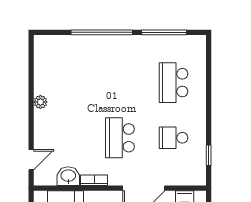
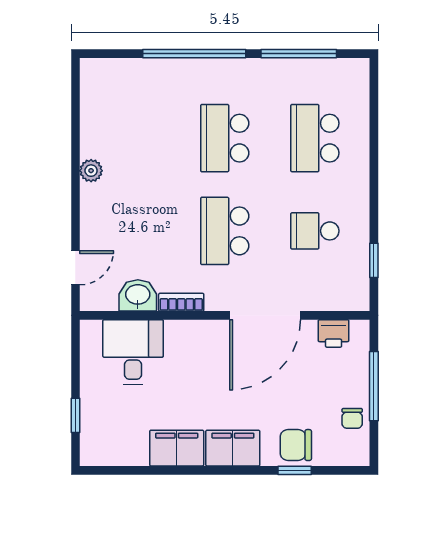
school desk: (120, 83) -> (225, 138), added

